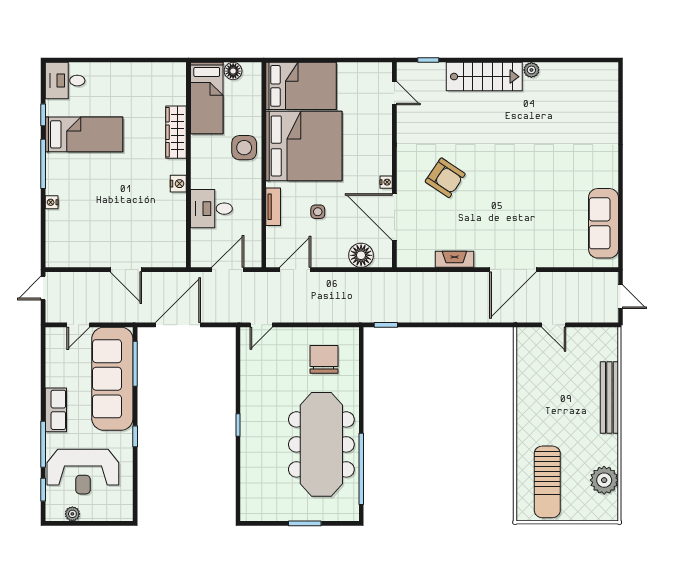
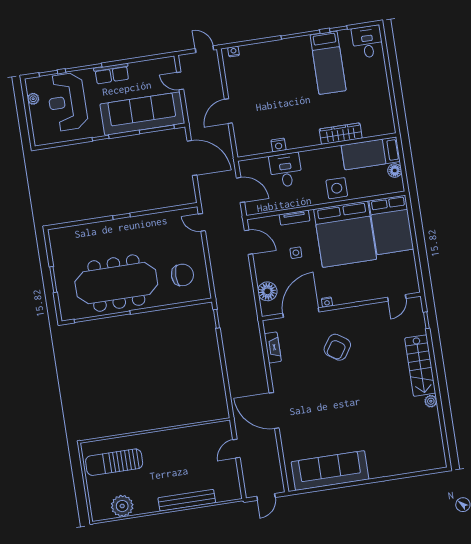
nightstand: (178, 184) -> (278, 145), moved
nightstand: (52, 202) -> (234, 52), moved
sofa: (603, 223) -> (330, 470), width x1.36, depth x1.27
fireplace: (454, 259) -> (273, 348), moved

